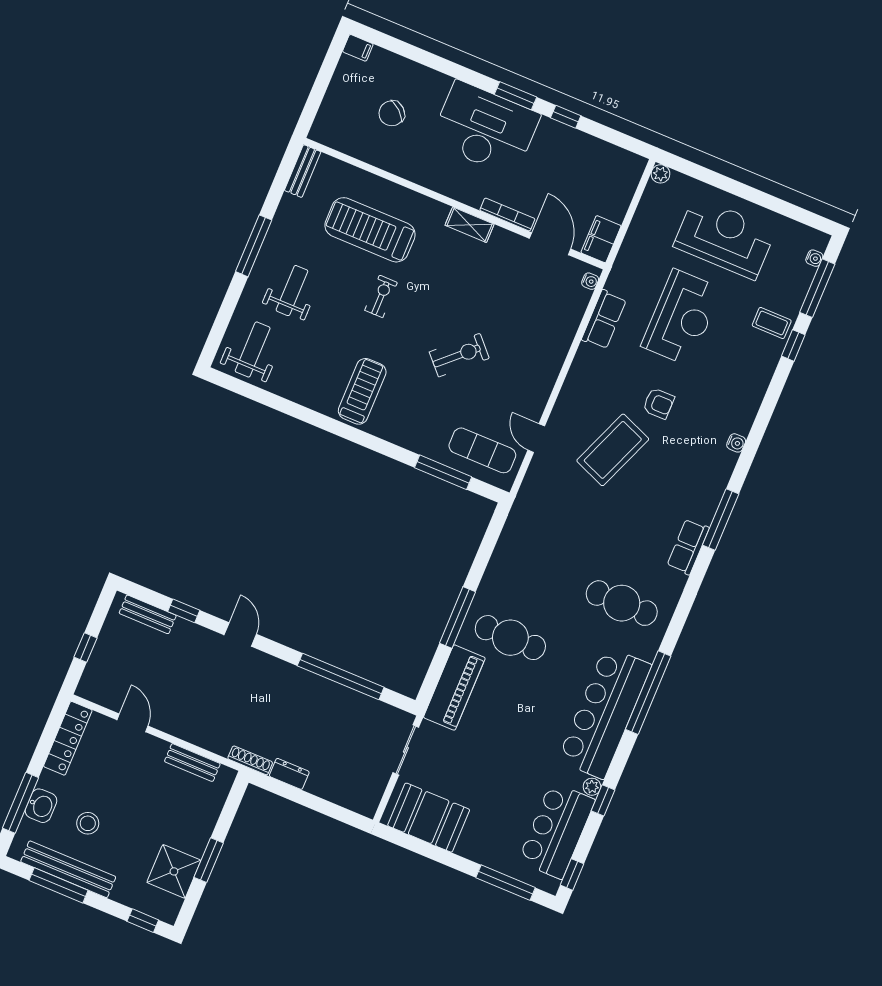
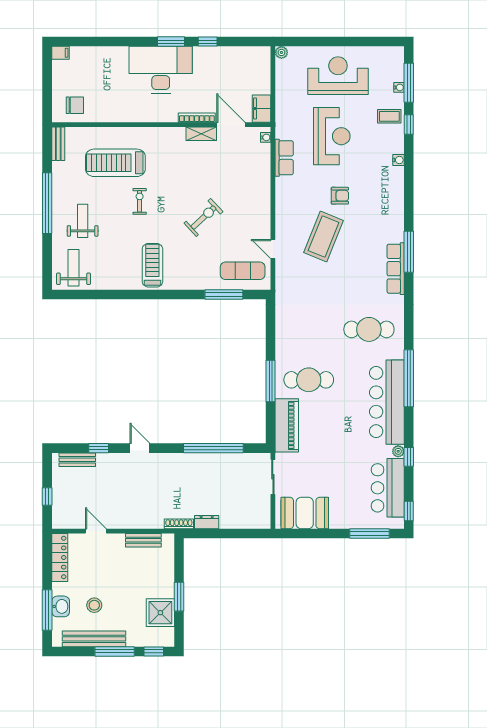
chair: (392, 113) -> (75, 105), moved, turned -131
shelving: (470, 225) -> (201, 134), moved
window: (254, 246) -> (47, 203), width x1.46
water cooler: (814, 258) -> (399, 87), moved
water cooler: (736, 443) -> (398, 160), moved
row of seats: (688, 547) -> (396, 269), width x1.48
window: (58, 885) -> (115, 651), moved

